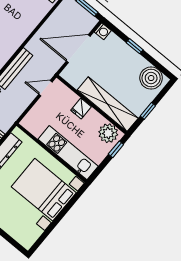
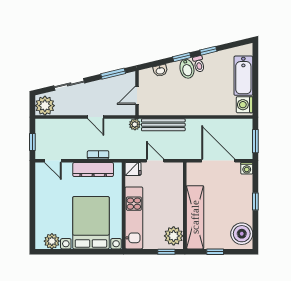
door: (46, 88) -> (155, 161), moved
fridge: (81, 108) -> (133, 169), moved, turned 180
plant: (33, 233) -> (52, 241), added

